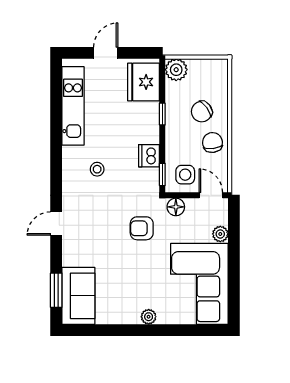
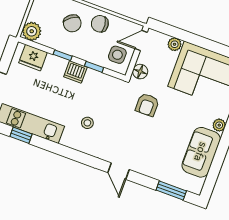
fridge: (143, 82) -> (33, 58), width x0.73, depth x0.75
window: (56, 100) -> (21, 135), added
dishwasher: (149, 156) -> (75, 72), moved
window: (162, 174) -> (94, 67), moved
sofa: (78, 296) -> (201, 152), moved, turned -90

